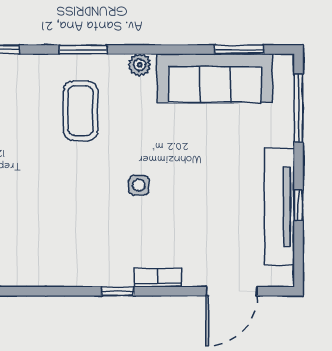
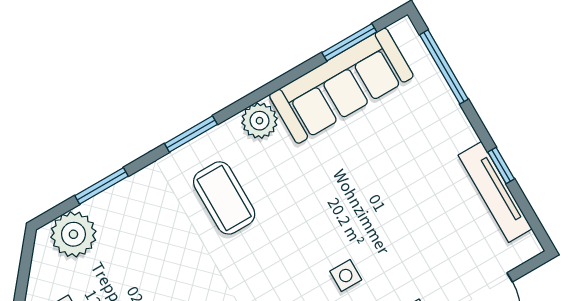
plant: (140, 65) -> (260, 121), width x1.38, depth x1.38
side table: (139, 185) -> (346, 276), moved
tv unit: (279, 207) -> (495, 192), width x0.73, depth x0.78

